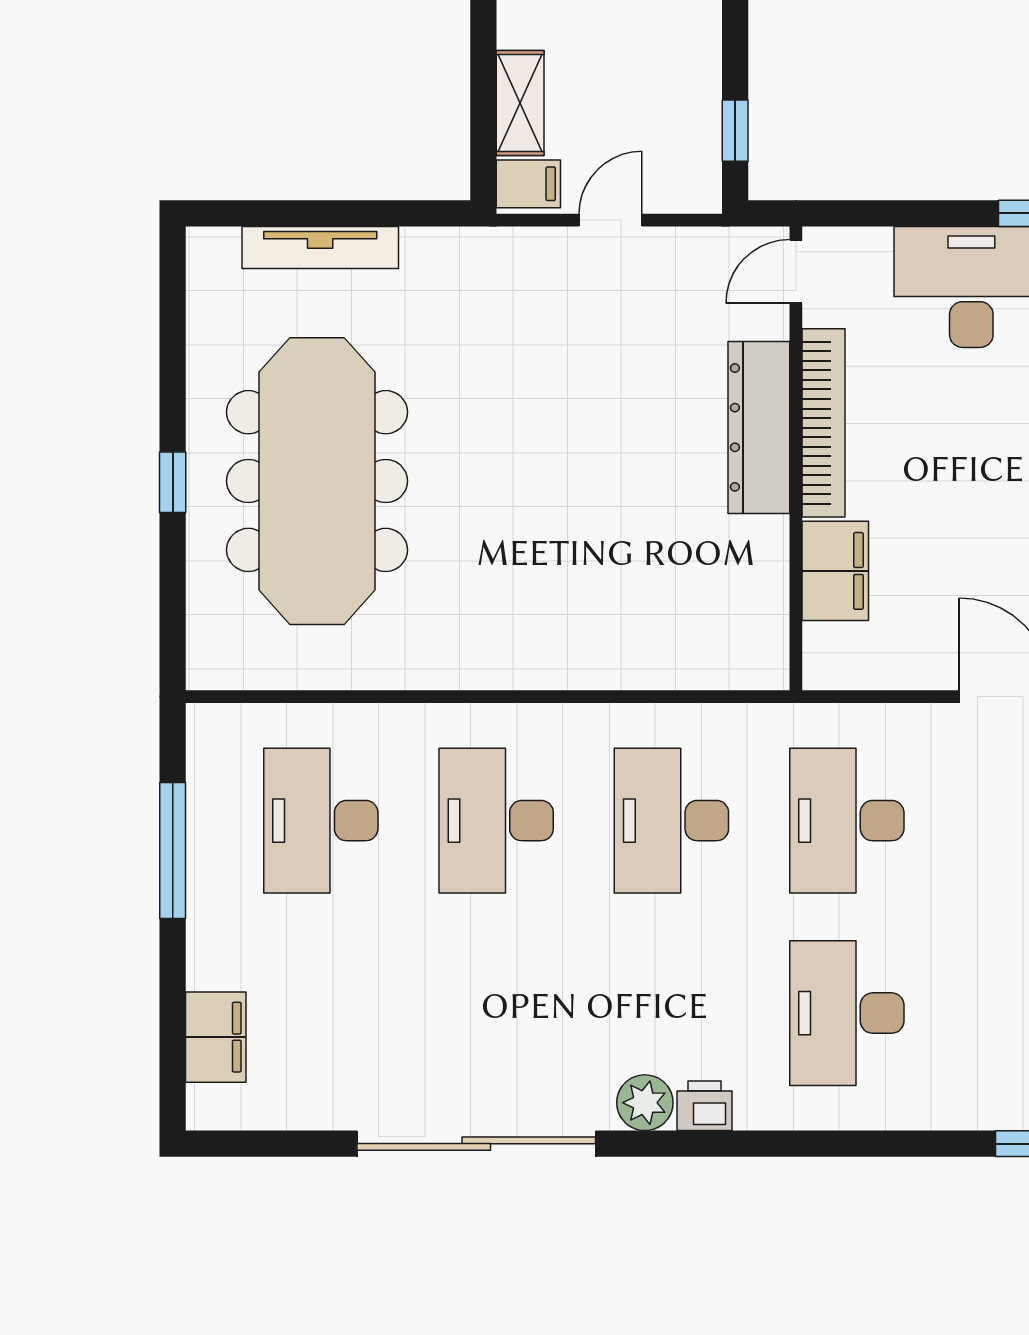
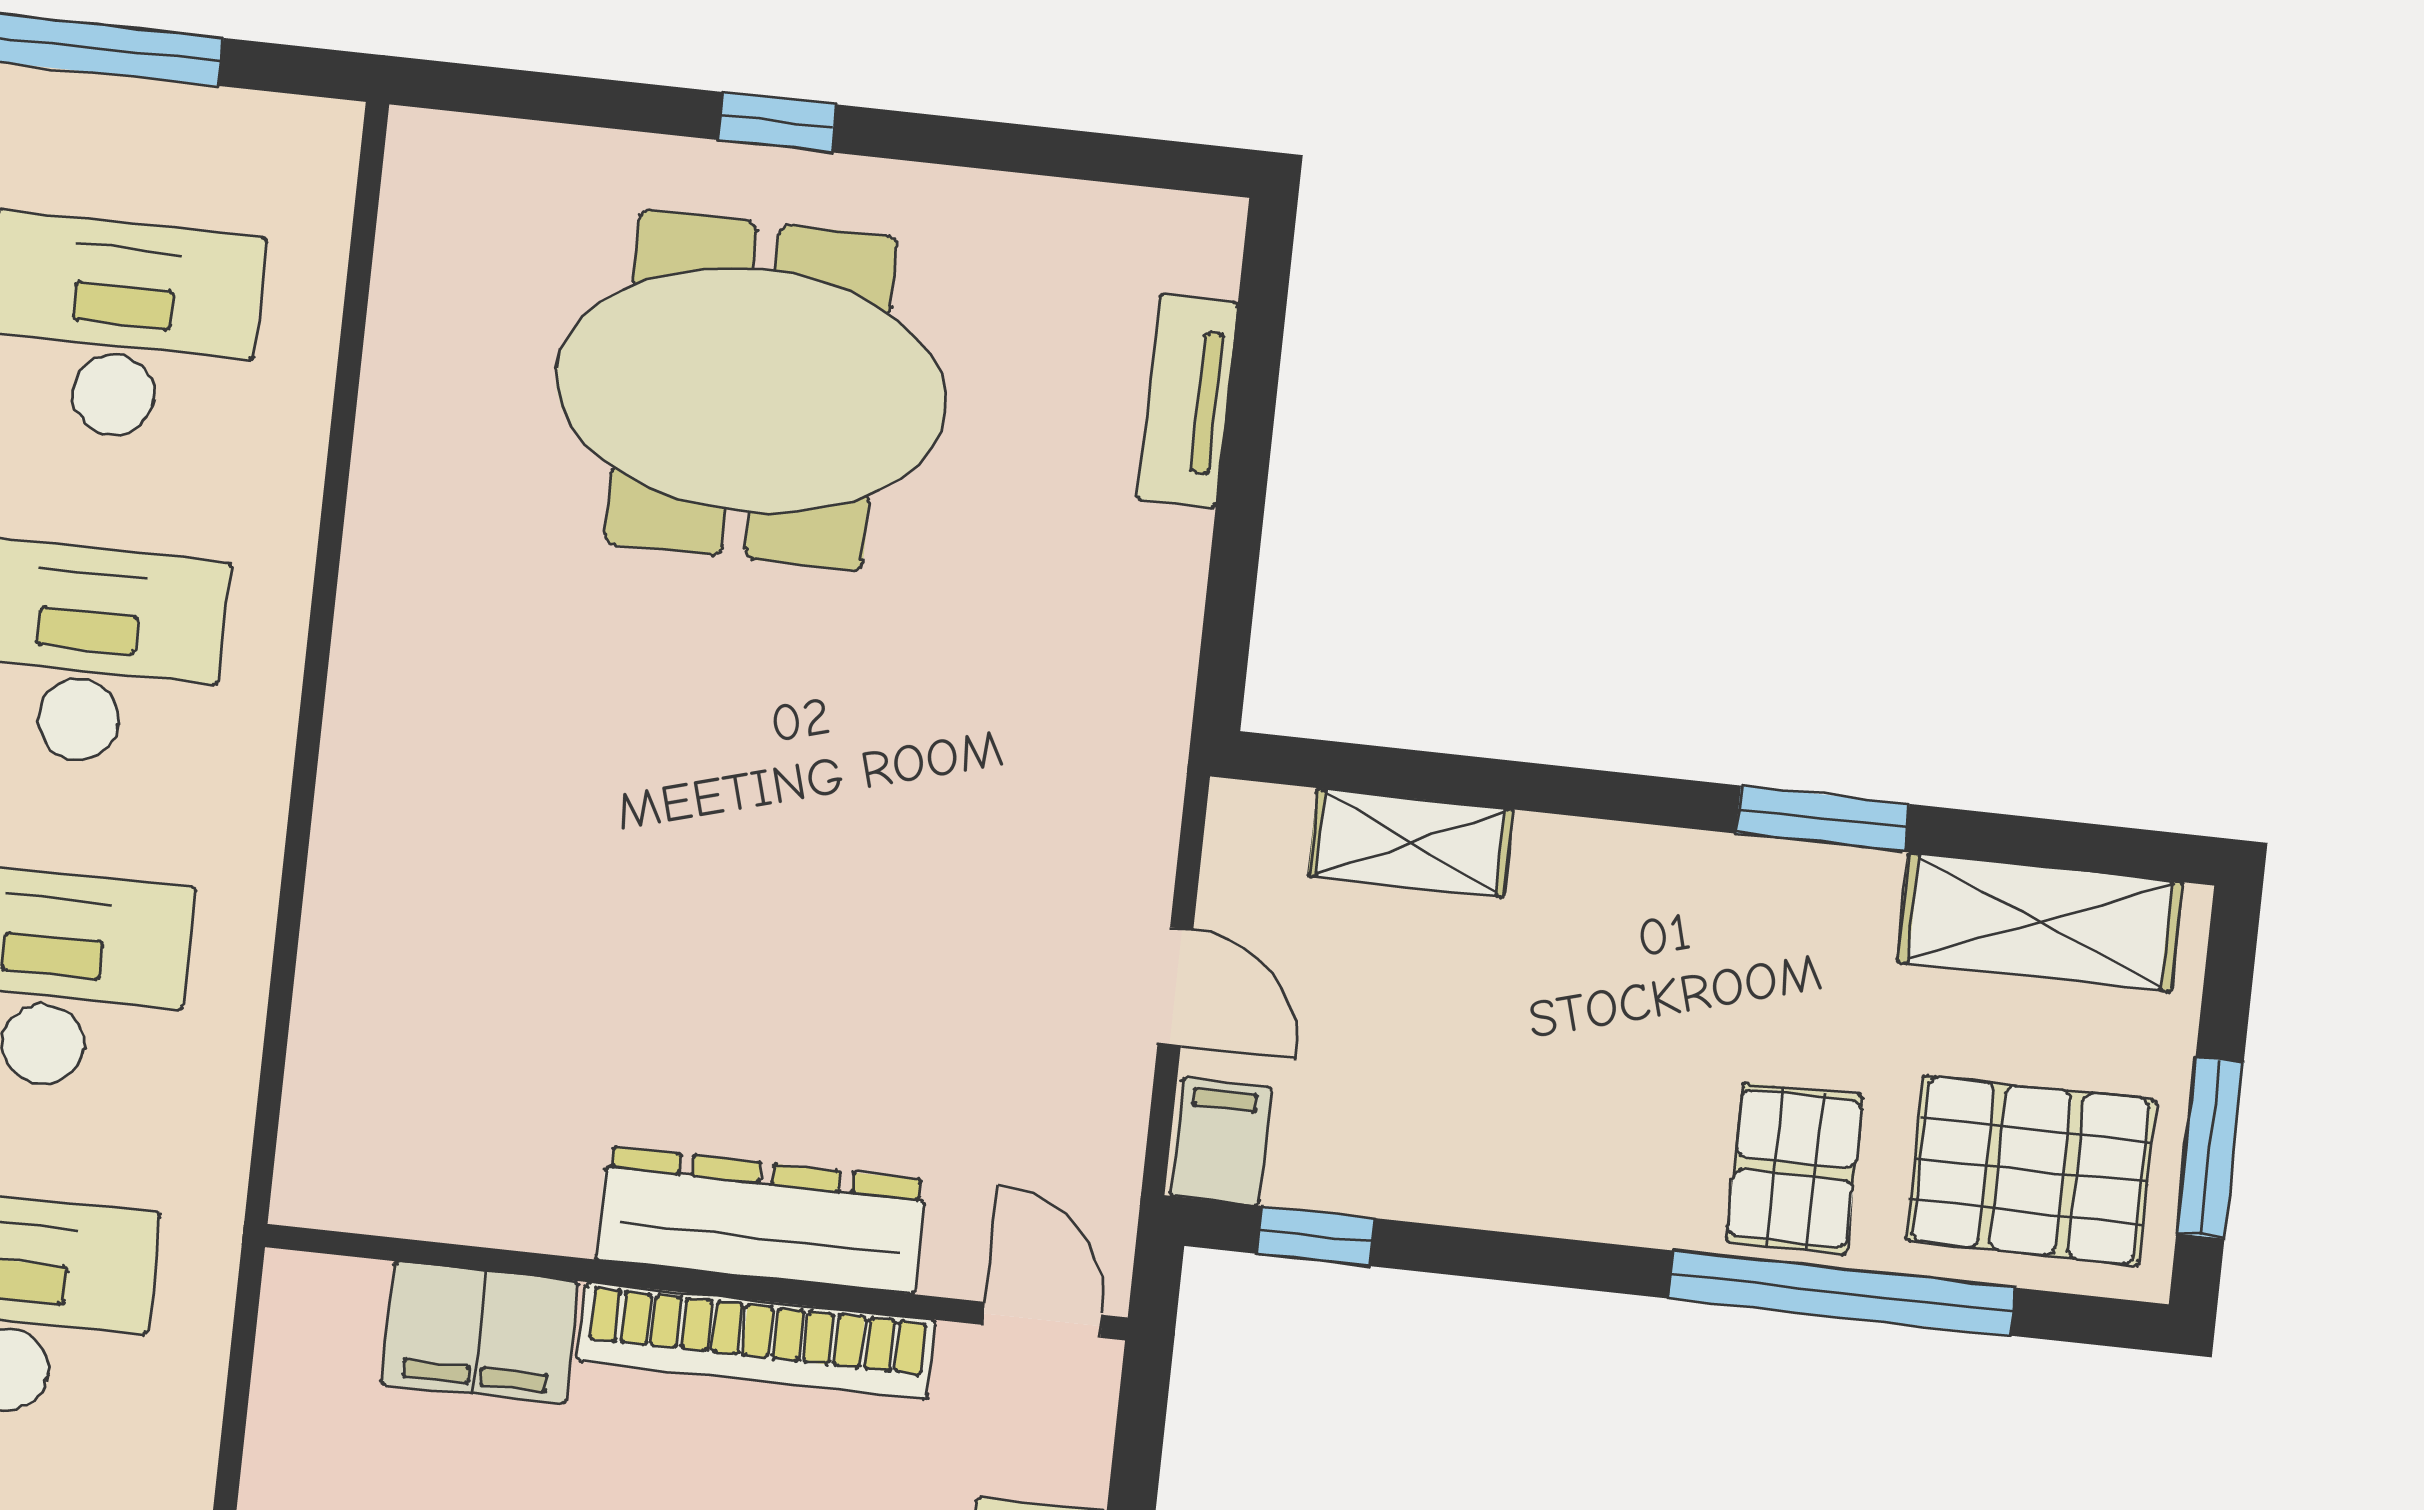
filing cabinet: (528, 184) -> (1221, 1141), moved, turned 180
tv unit: (320, 247) -> (1188, 401), width x0.71
meeting table: (317, 481) -> (751, 390), width x0.73

